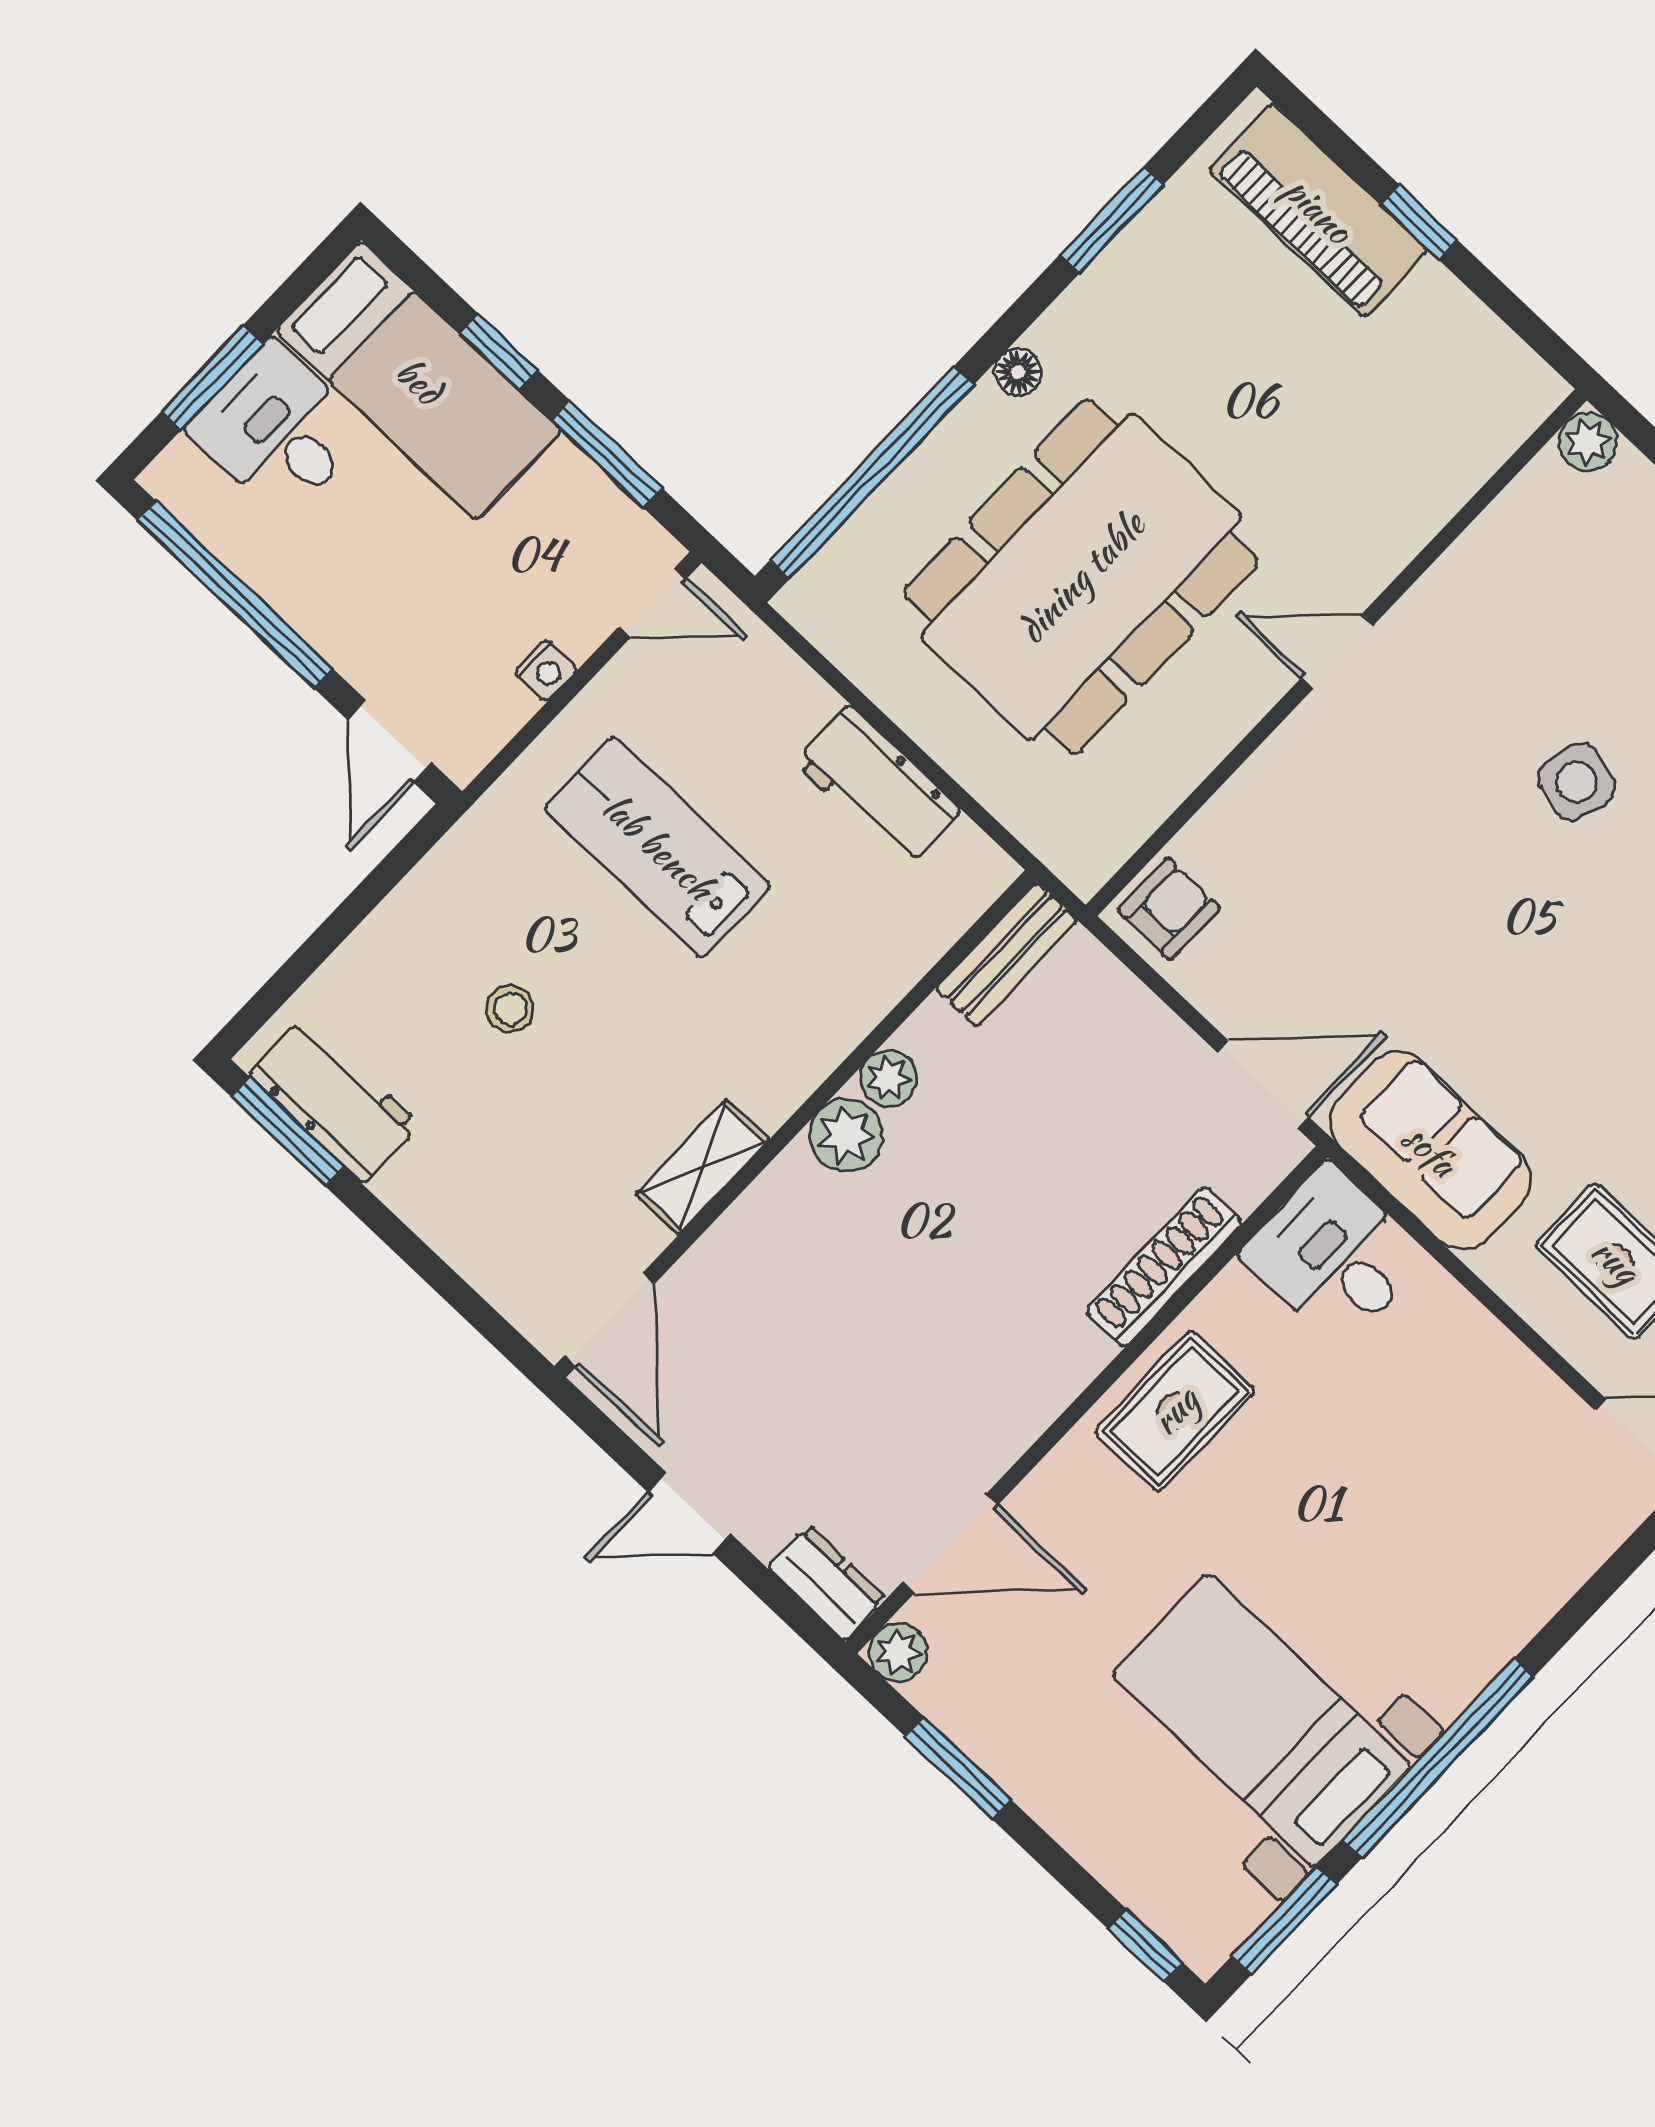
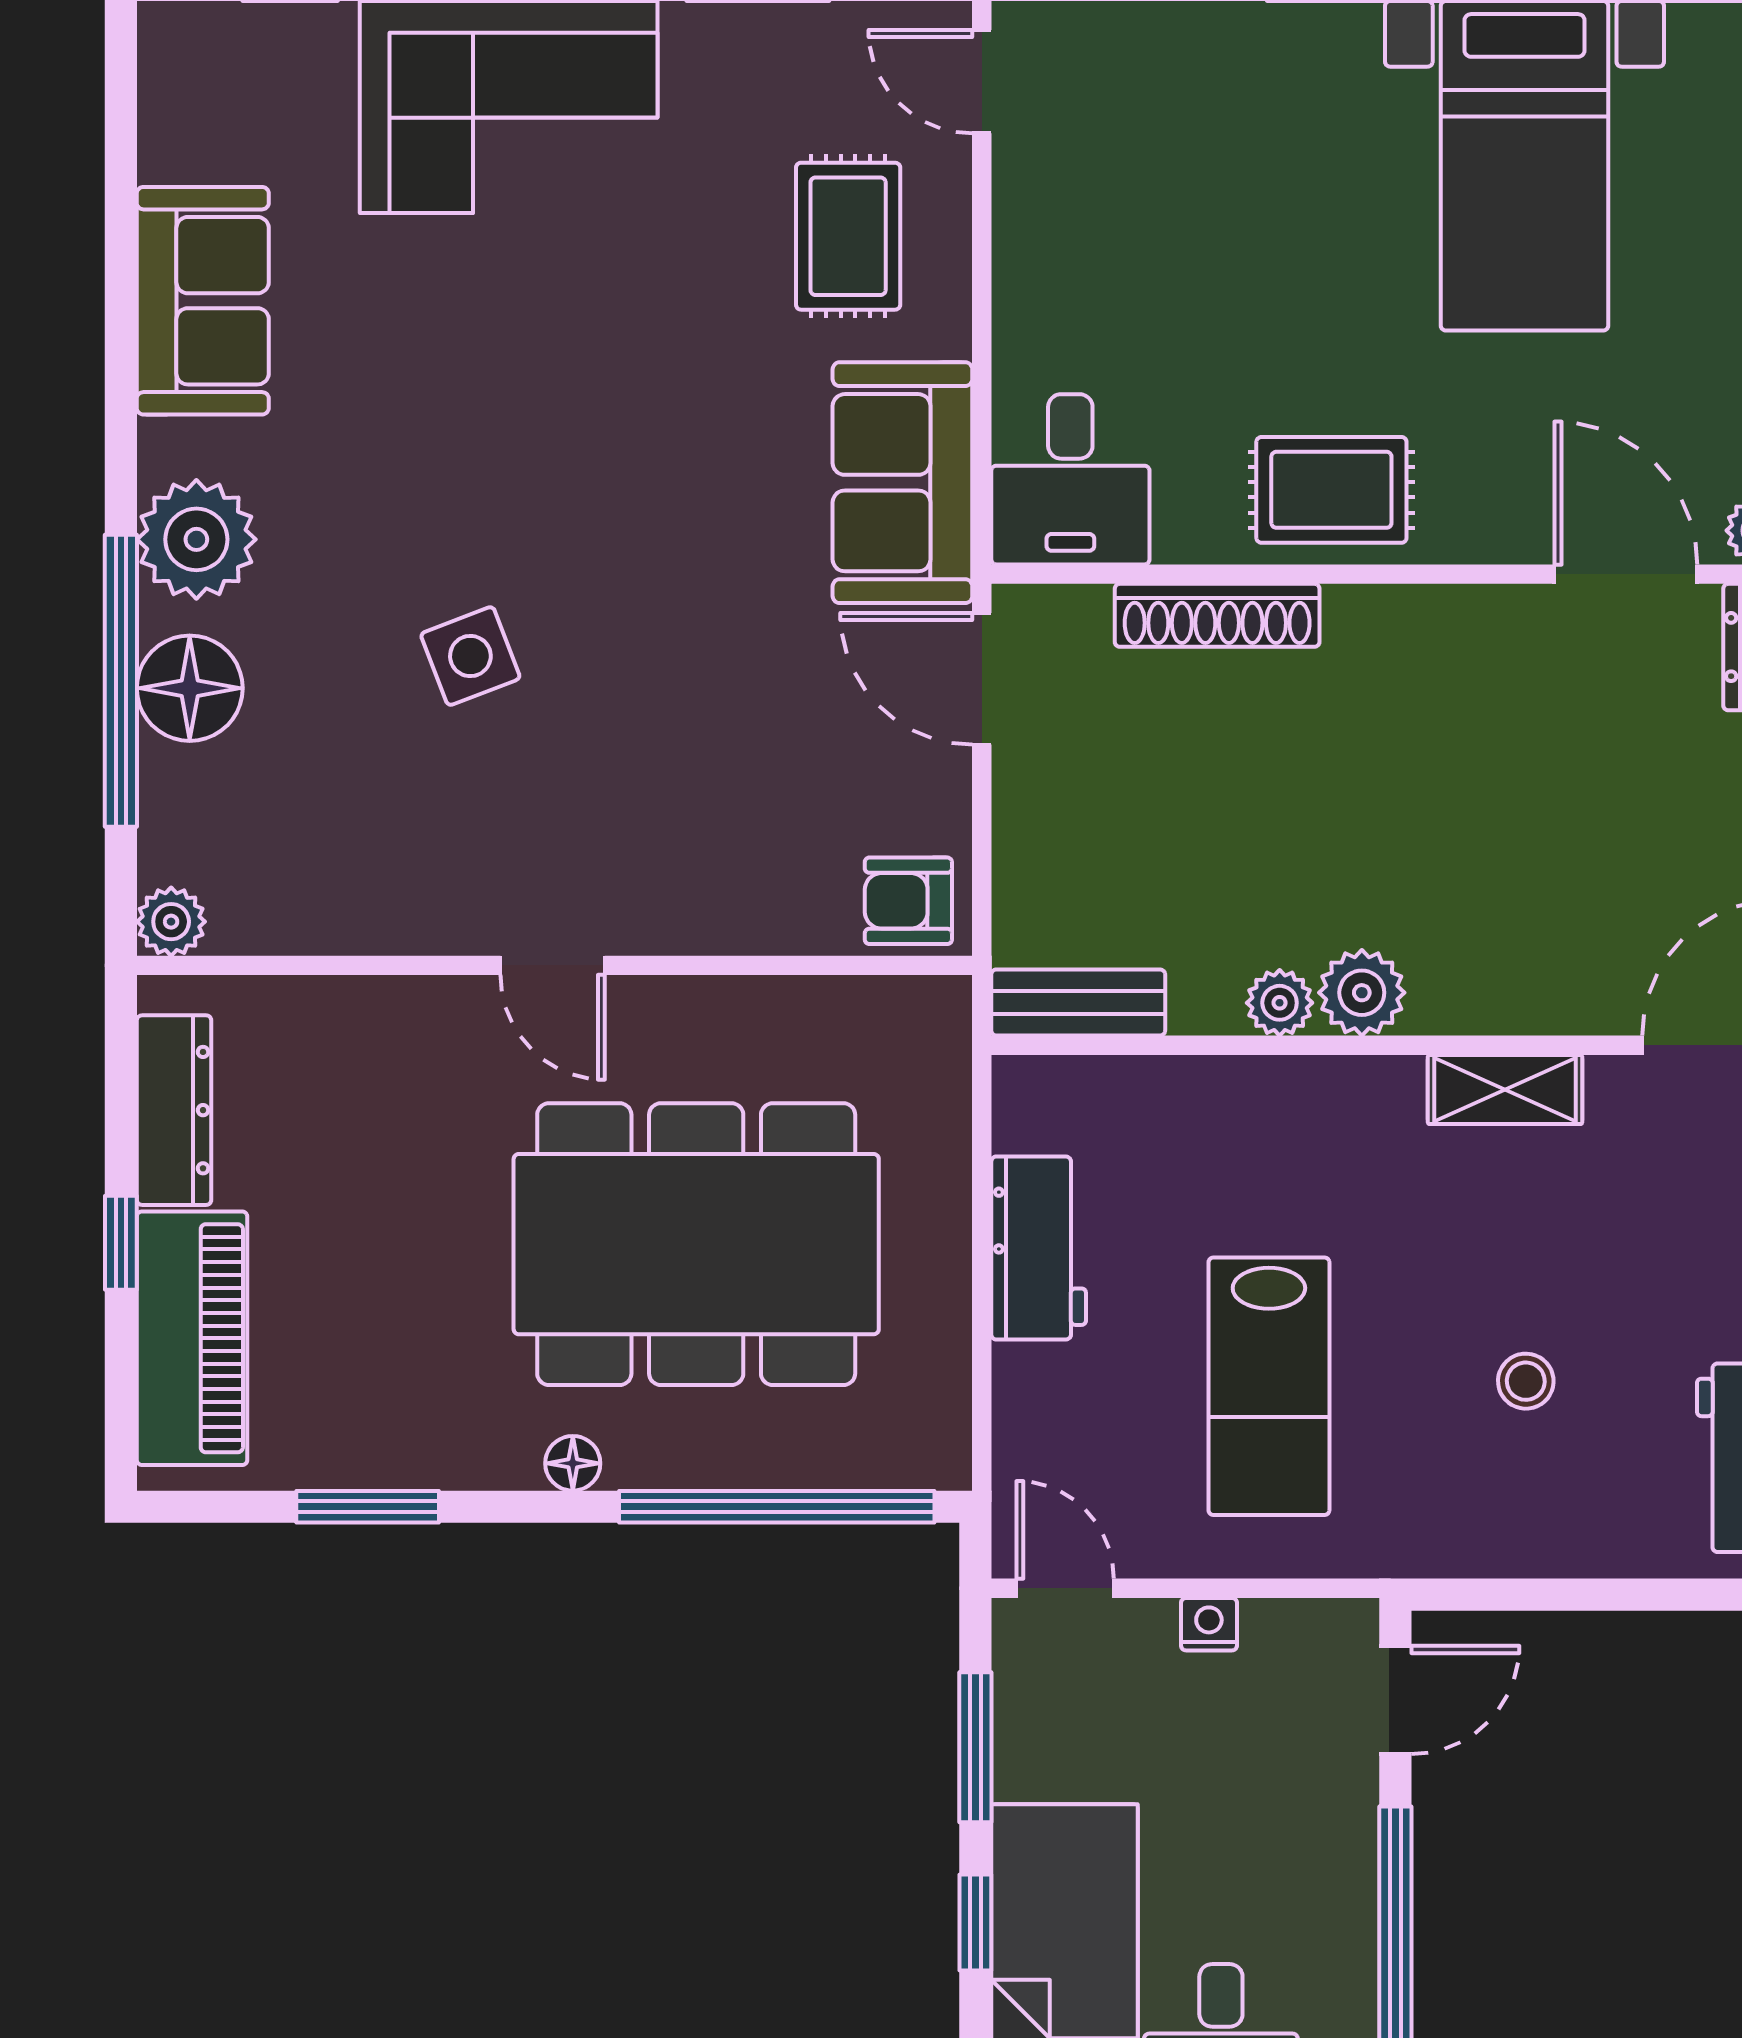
dresser: (1470, 333) -> (174, 1110), added
side table: (1577, 782) -> (470, 656), turned -37

